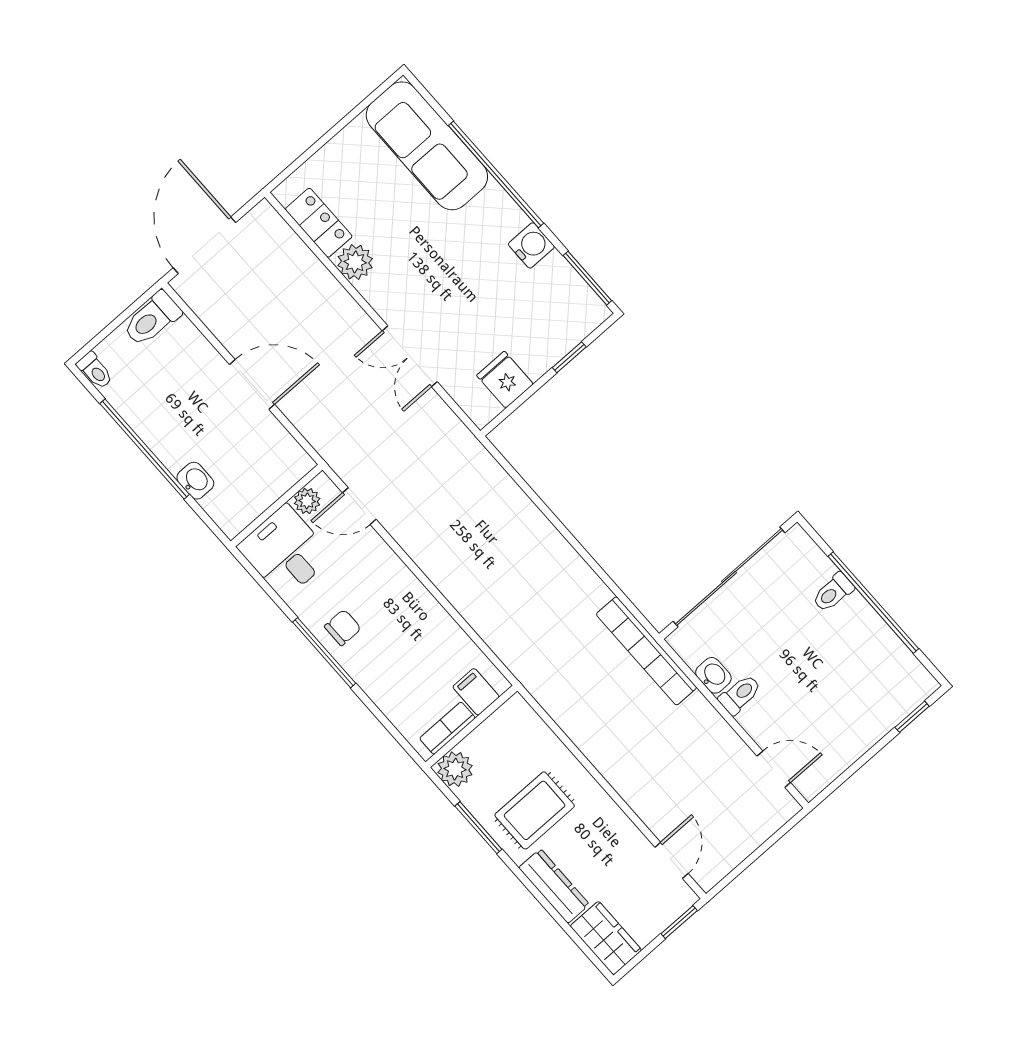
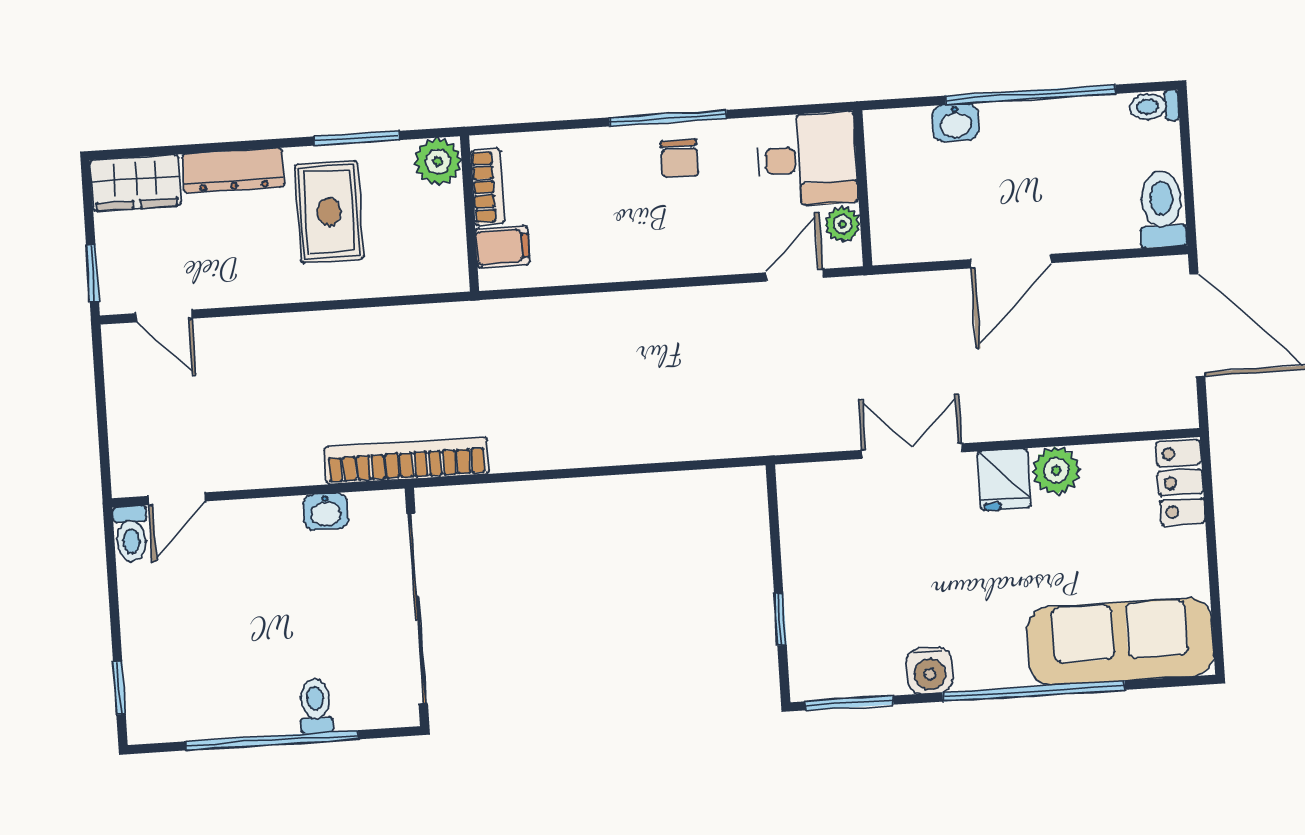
locker: (319, 223) -> (1181, 482), moved, turned 90
fridge: (505, 380) -> (1004, 480), moved, turned 90
toilet: (740, 694) -> (131, 534), moved

